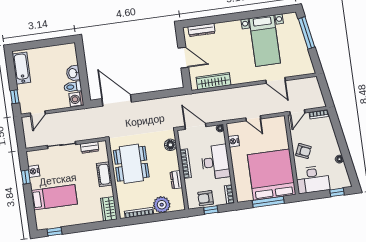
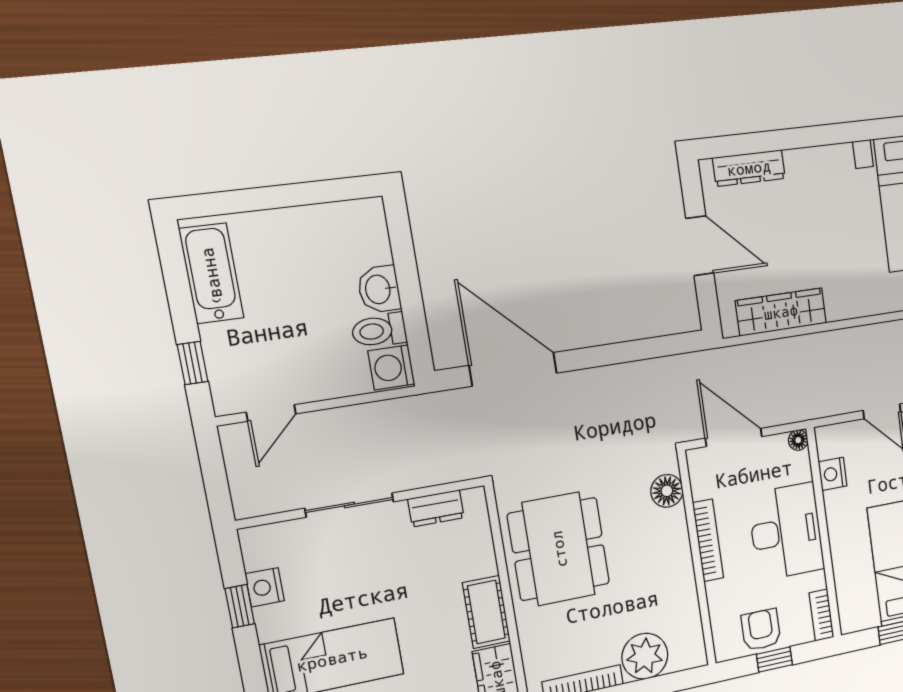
cot: (104, 174) -> (486, 612), moved
dresser: (176, 180) -> (683, 586), removed
armchair: (206, 198) -> (761, 630), turned 90

